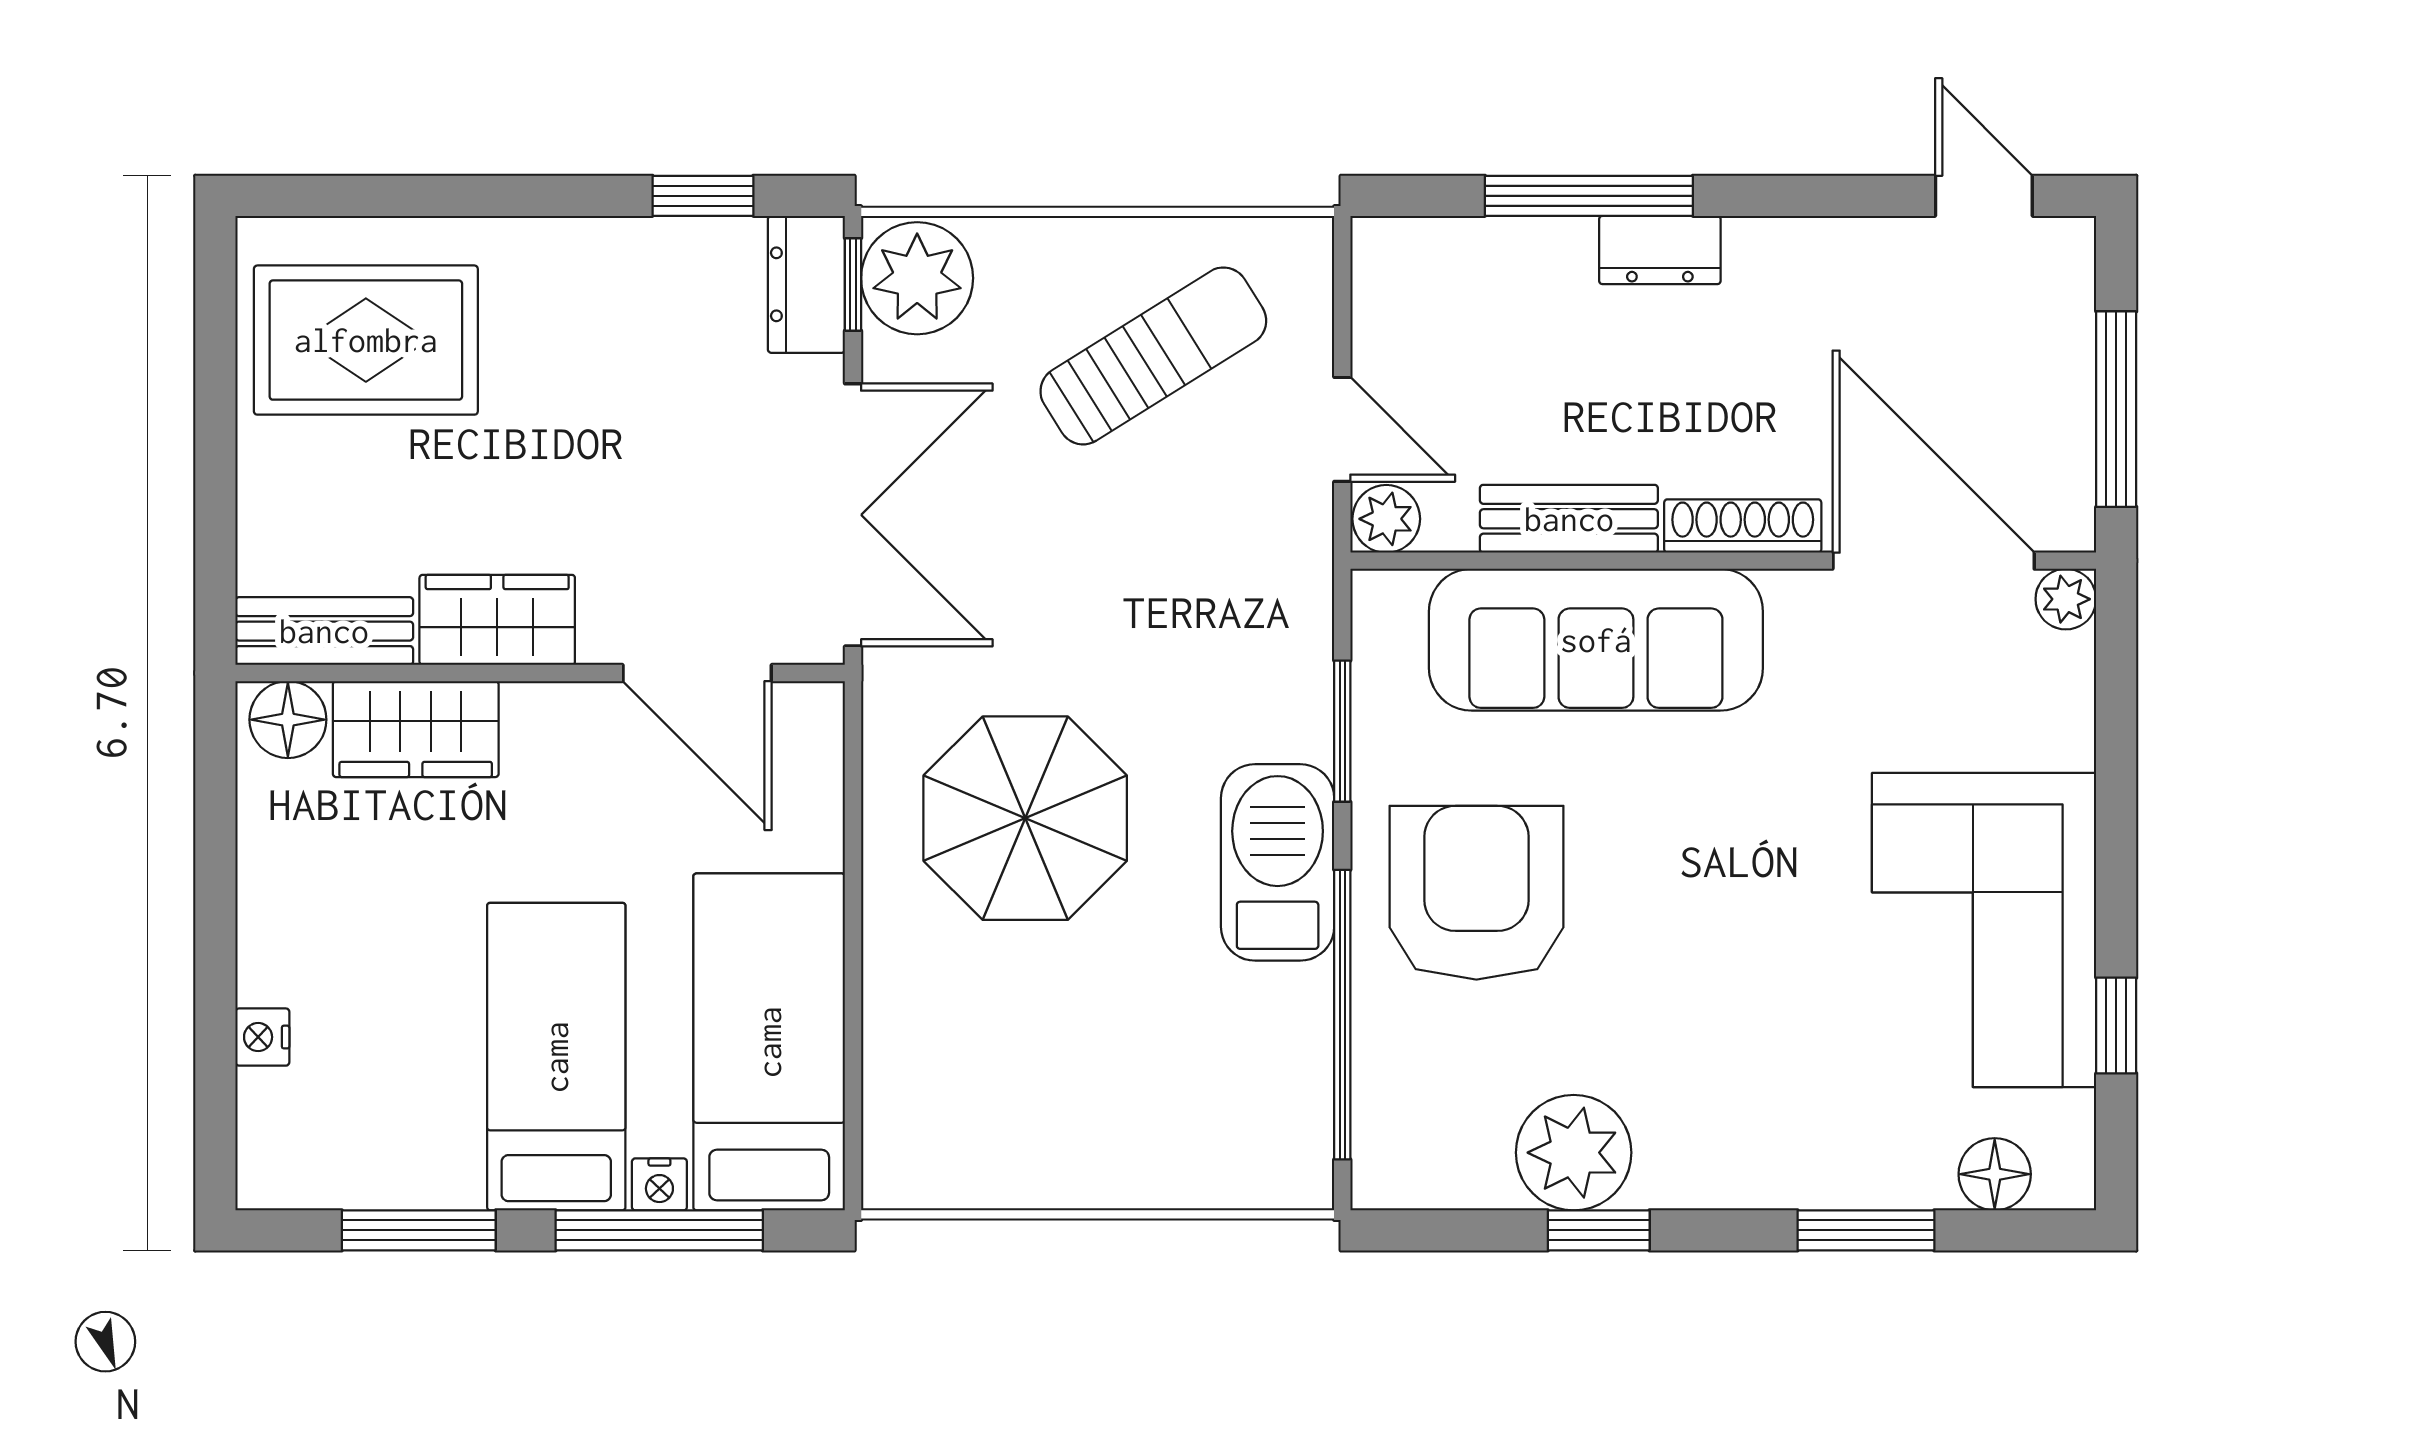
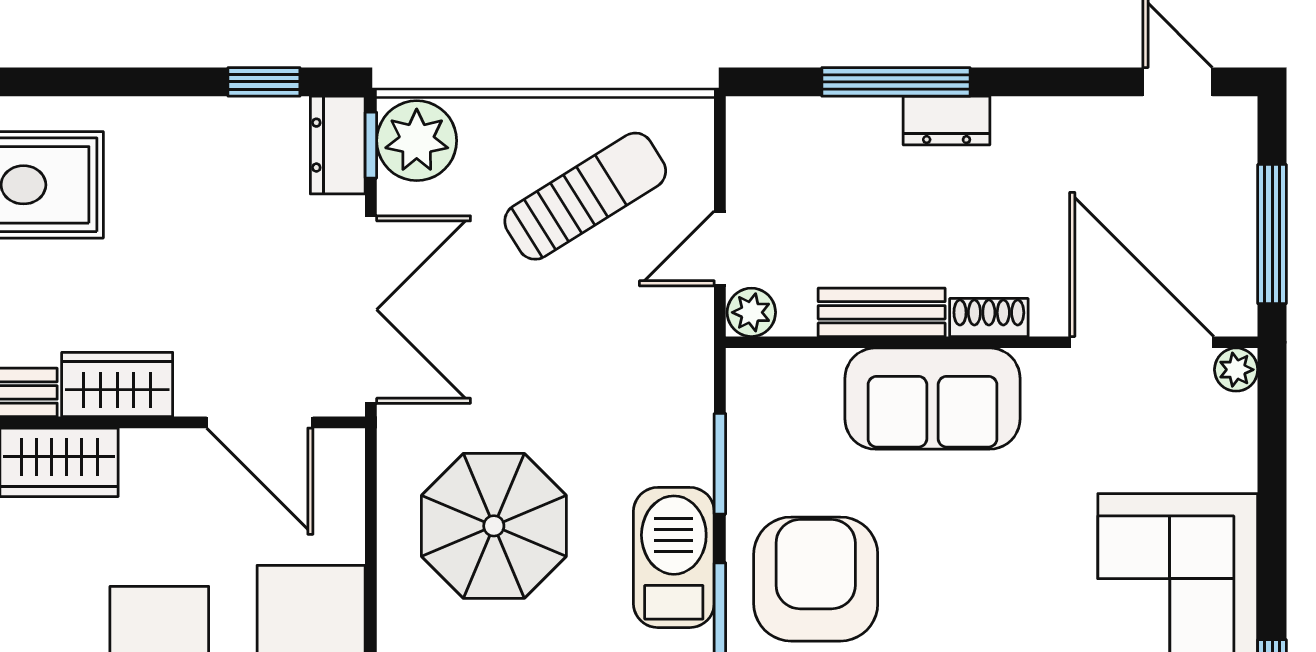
door: (1342, 429) -> (720, 249), swing flipped
shoe rack: (1743, 526) -> (989, 317), width x0.70
sofa: (1596, 640) -> (932, 399), width x0.73

